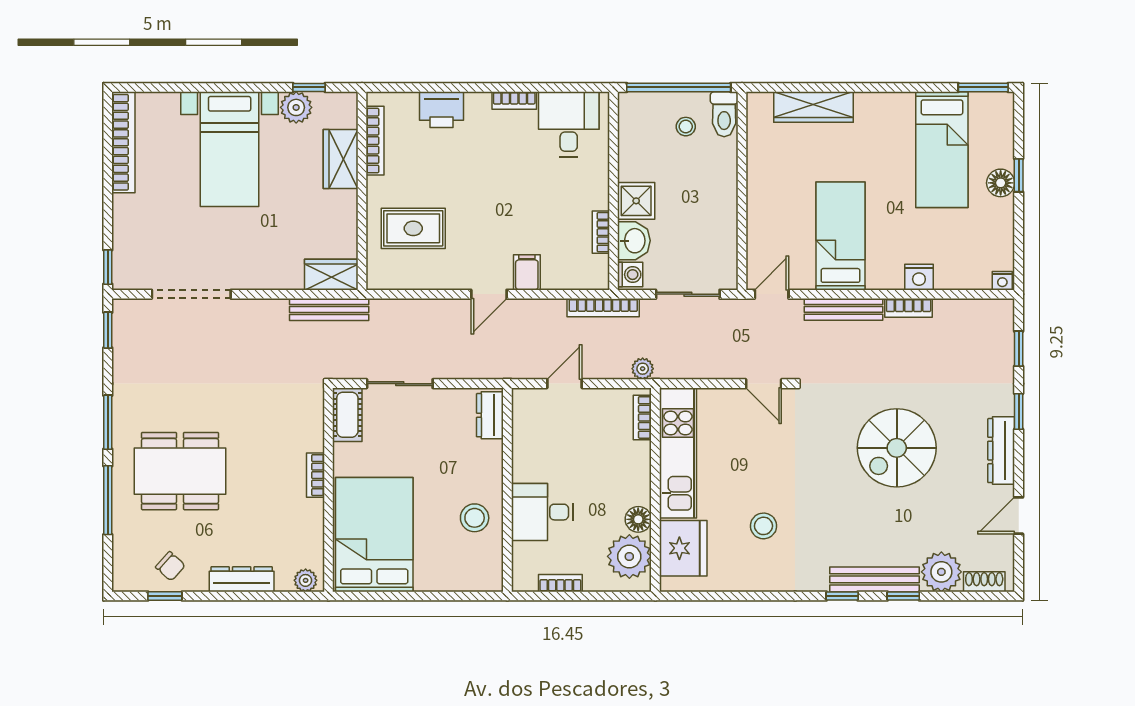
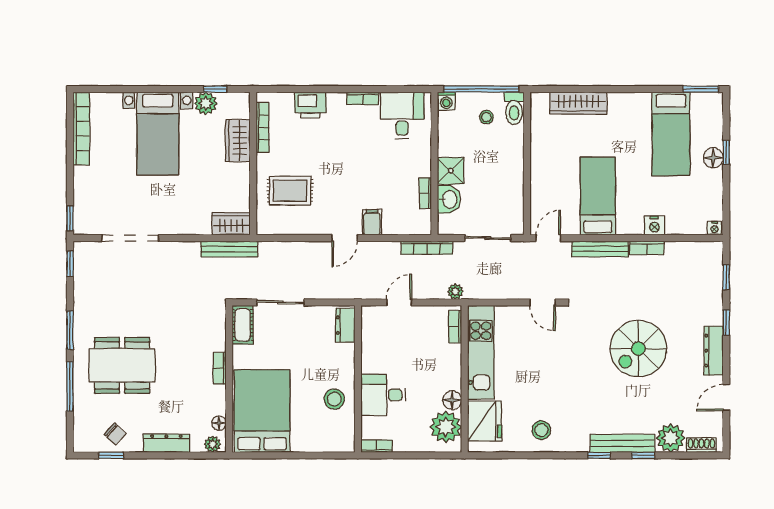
washing machine: (630, 275) -> (446, 101), moved, turned 90
stool: (763, 526) -> (541, 430), moved
floor lamp: (314, 551) -> (219, 423), added
bookcase: (560, 583) -> (376, 446), moved

